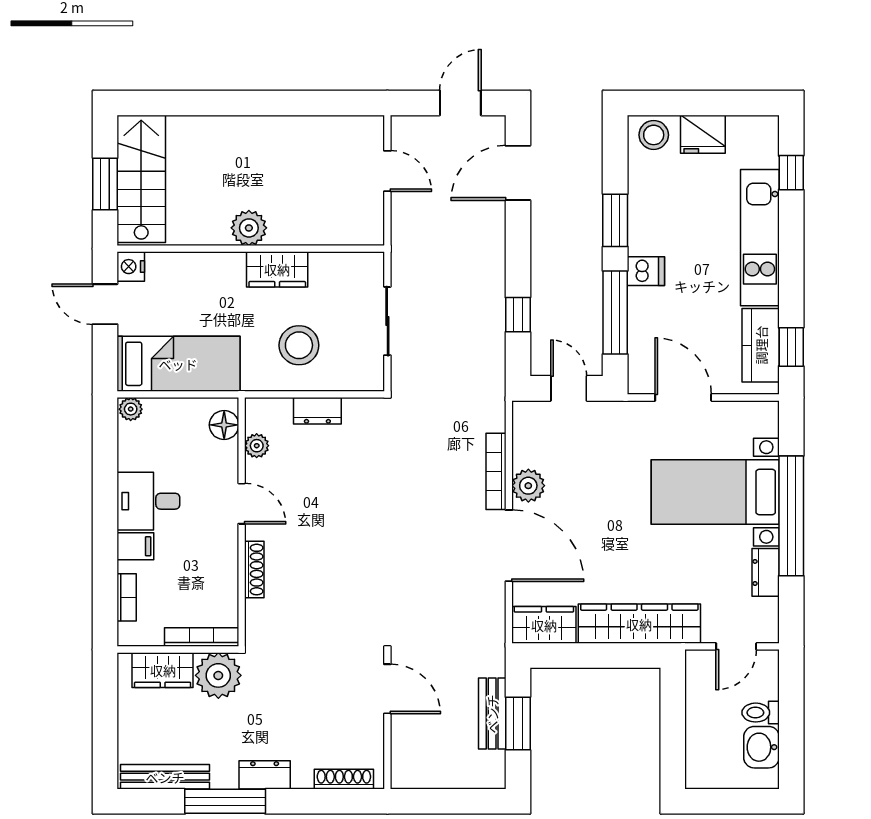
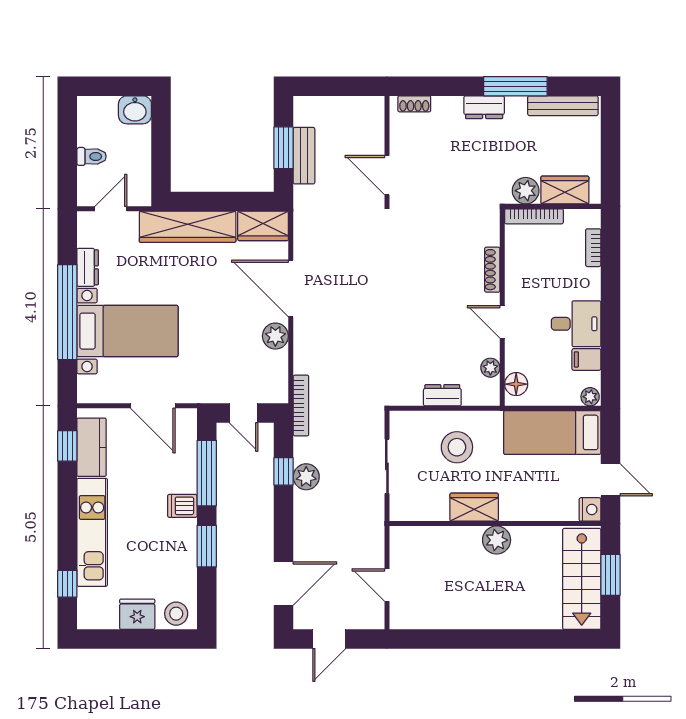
plant: (489, 308) -> (306, 477), added
bookcase: (496, 471) -> (301, 405), moved
filing cabinet: (135, 546) -> (586, 359), moved
plant: (218, 675) -> (526, 191), width x0.73, depth x0.73
washbasin: (761, 747) -> (135, 110), moved, turned 90
shoe rack: (344, 779) -> (414, 104), width x0.70

